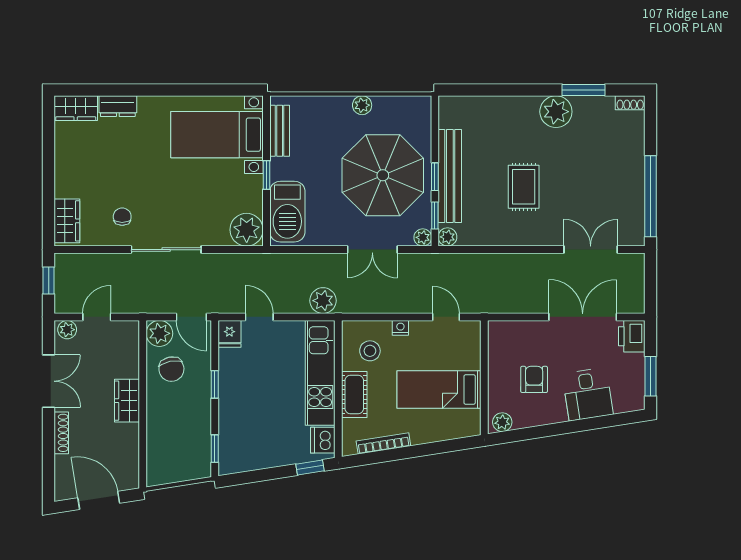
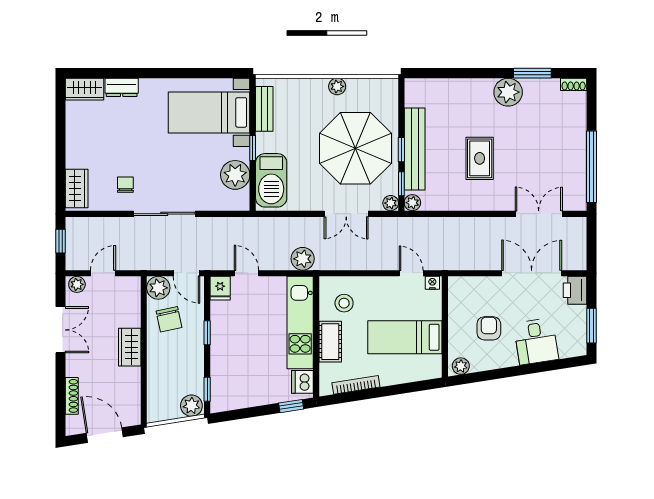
plant: (247, 230) -> (235, 175), moved
nightstand: (400, 328) -> (432, 283), moved
shoe rack: (61, 433) -> (72, 396), moved
plant: (197, 467) -> (191, 406), added

